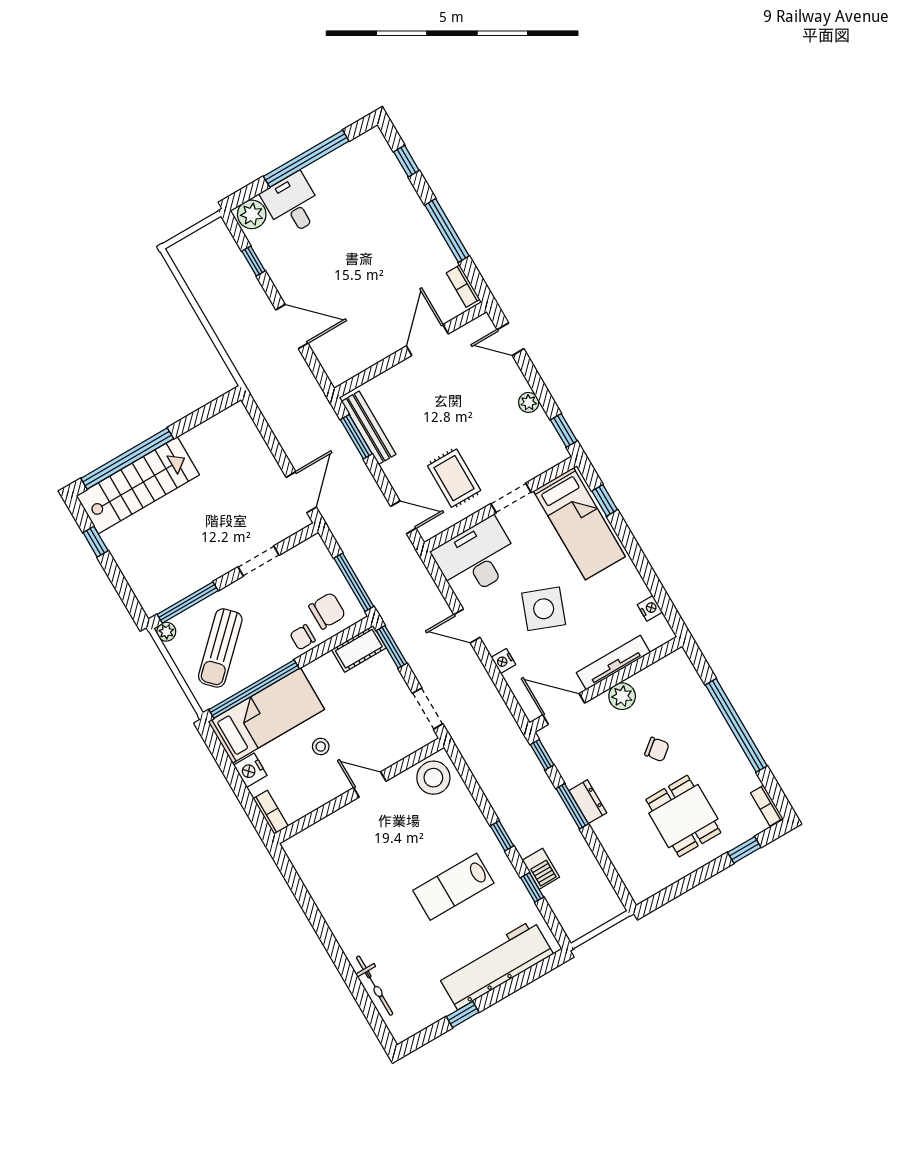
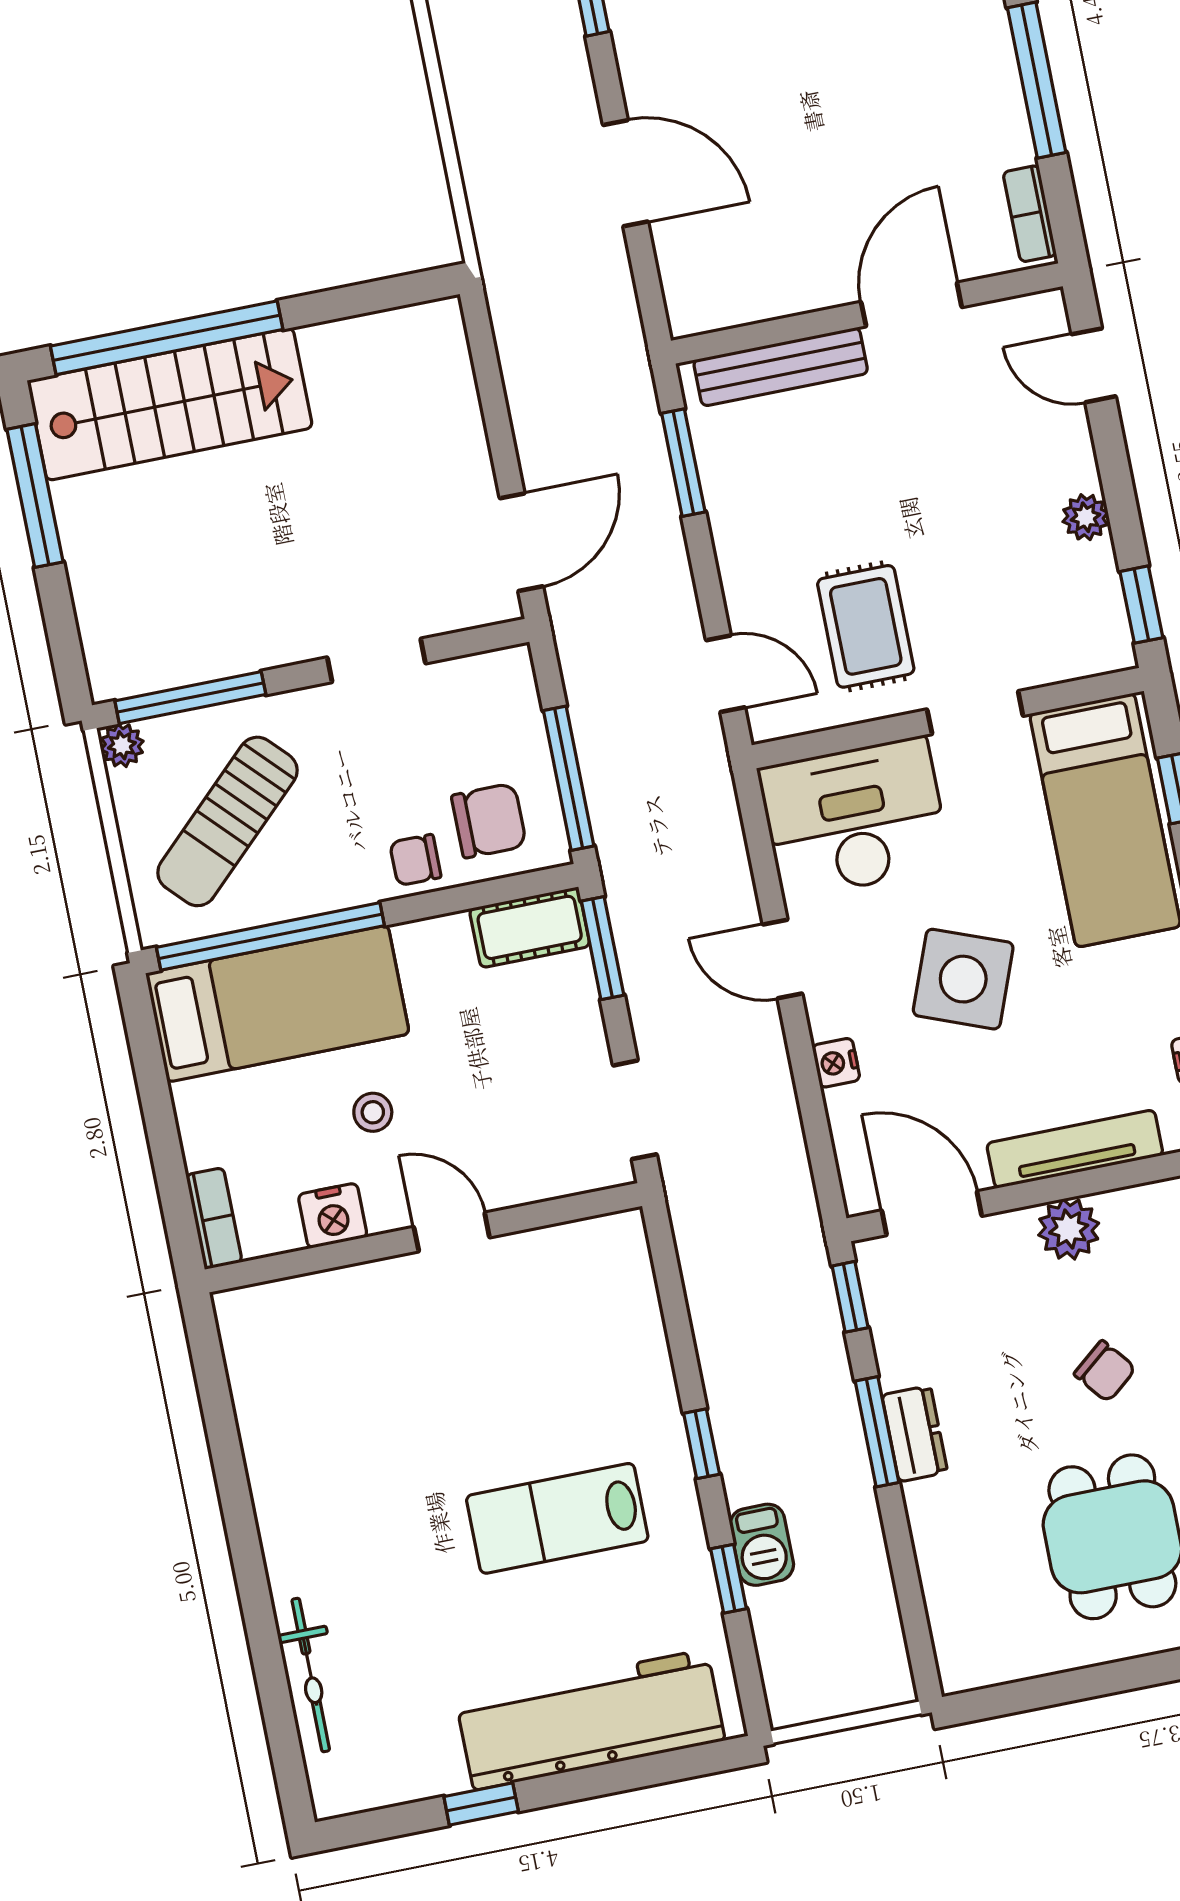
bench: (369, 428) -> (781, 367), moved, turned 90
window: (96, 542) -> (35, 496), width x2.17
nightstand: (250, 770) -> (333, 1216), moved, turned -90
stool: (433, 778) -> (595, 1265), removed

